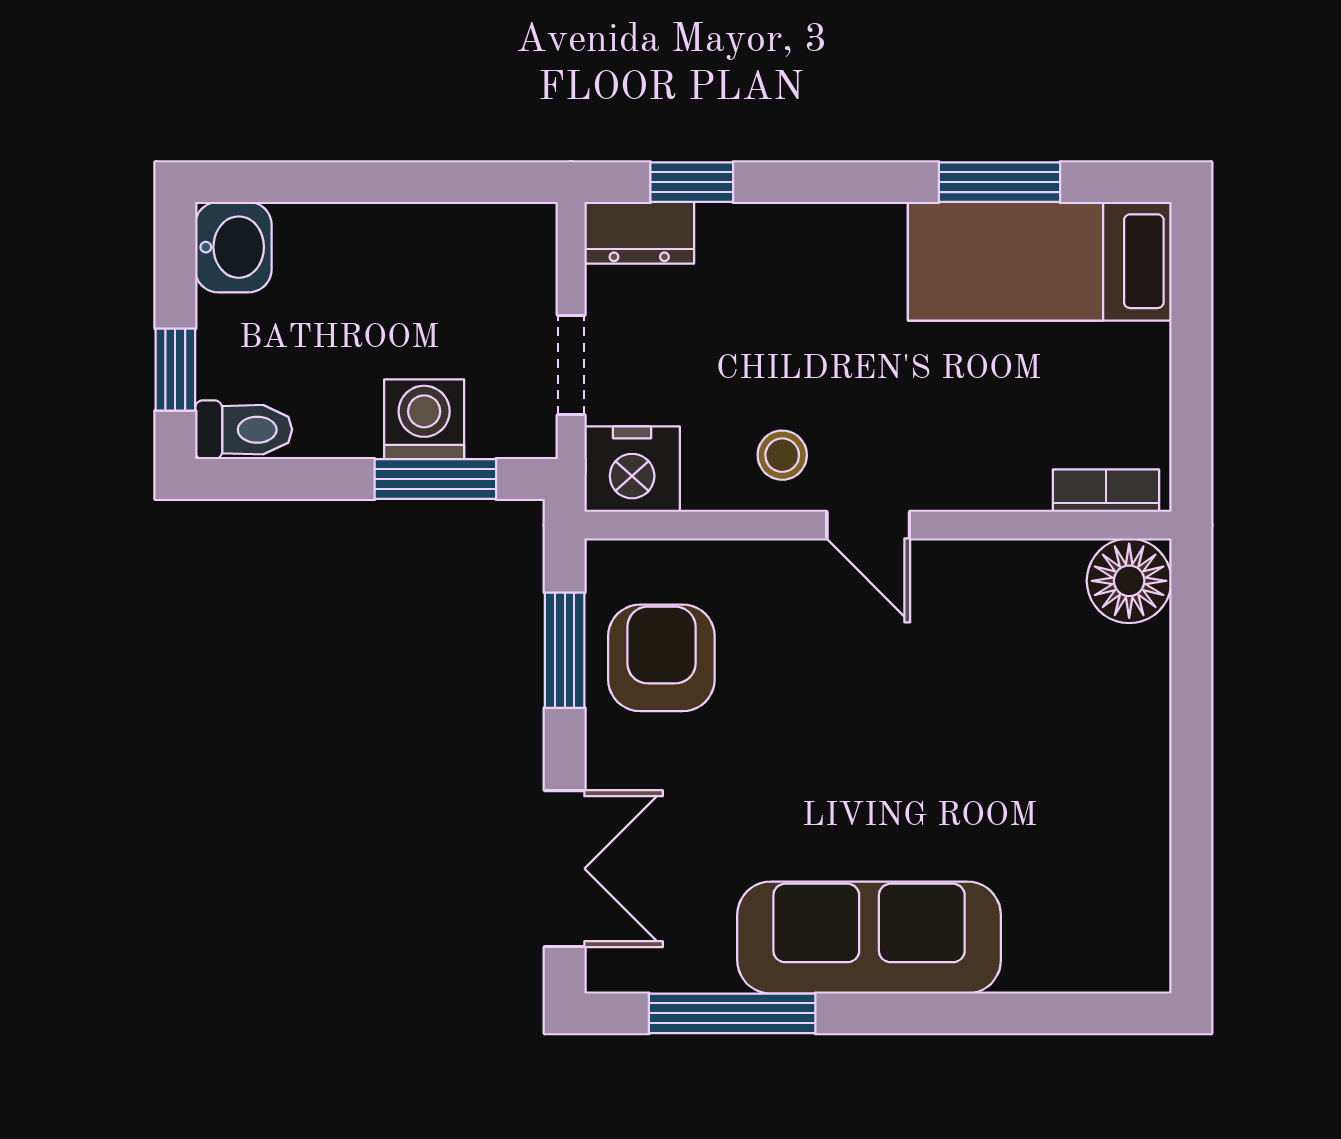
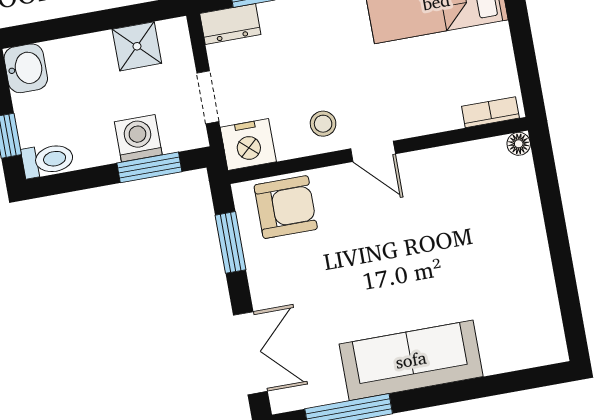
shower: (453, 243) -> (137, 46), added
floor lamp: (1129, 581) -> (519, 144), width x0.53, depth x0.53
armchair: (661, 658) -> (286, 207), moved, turned 90

